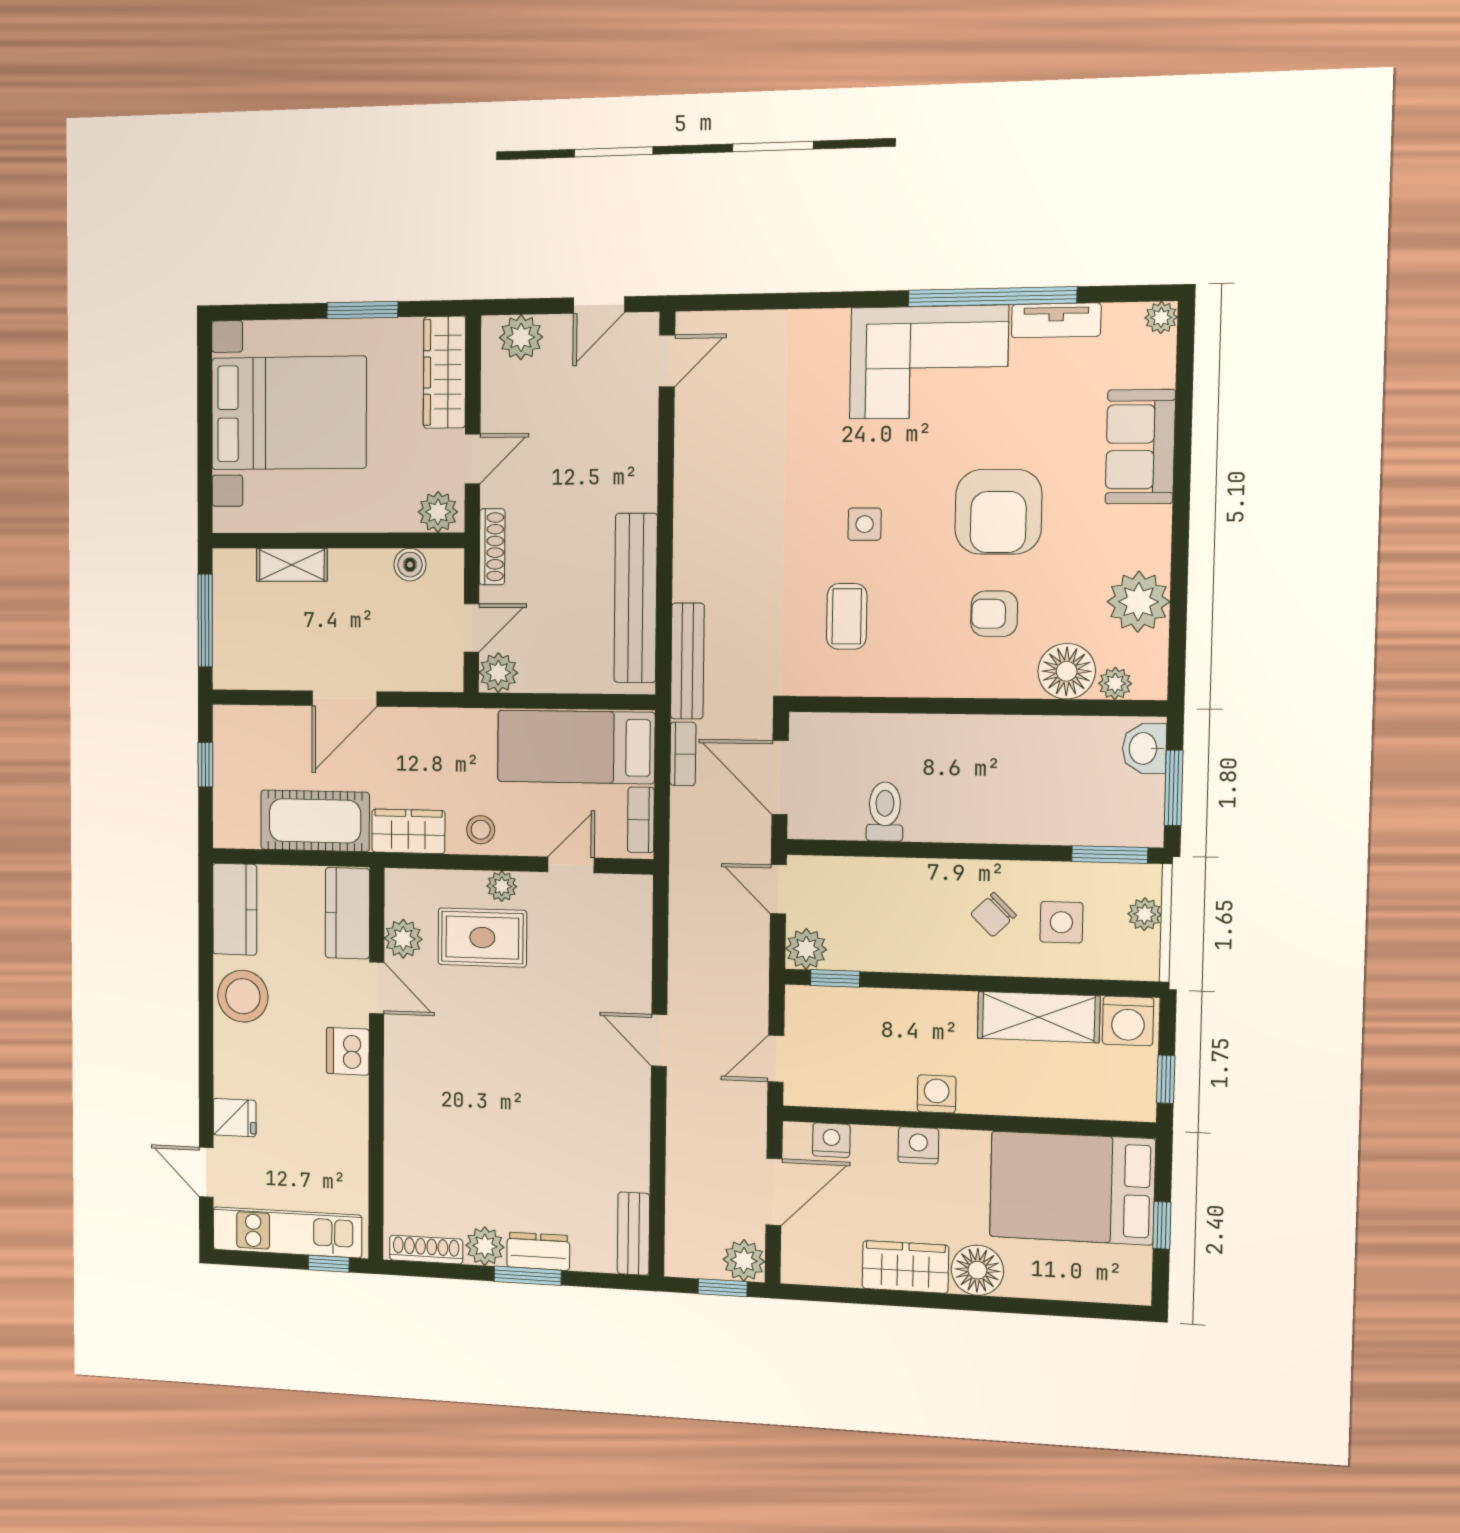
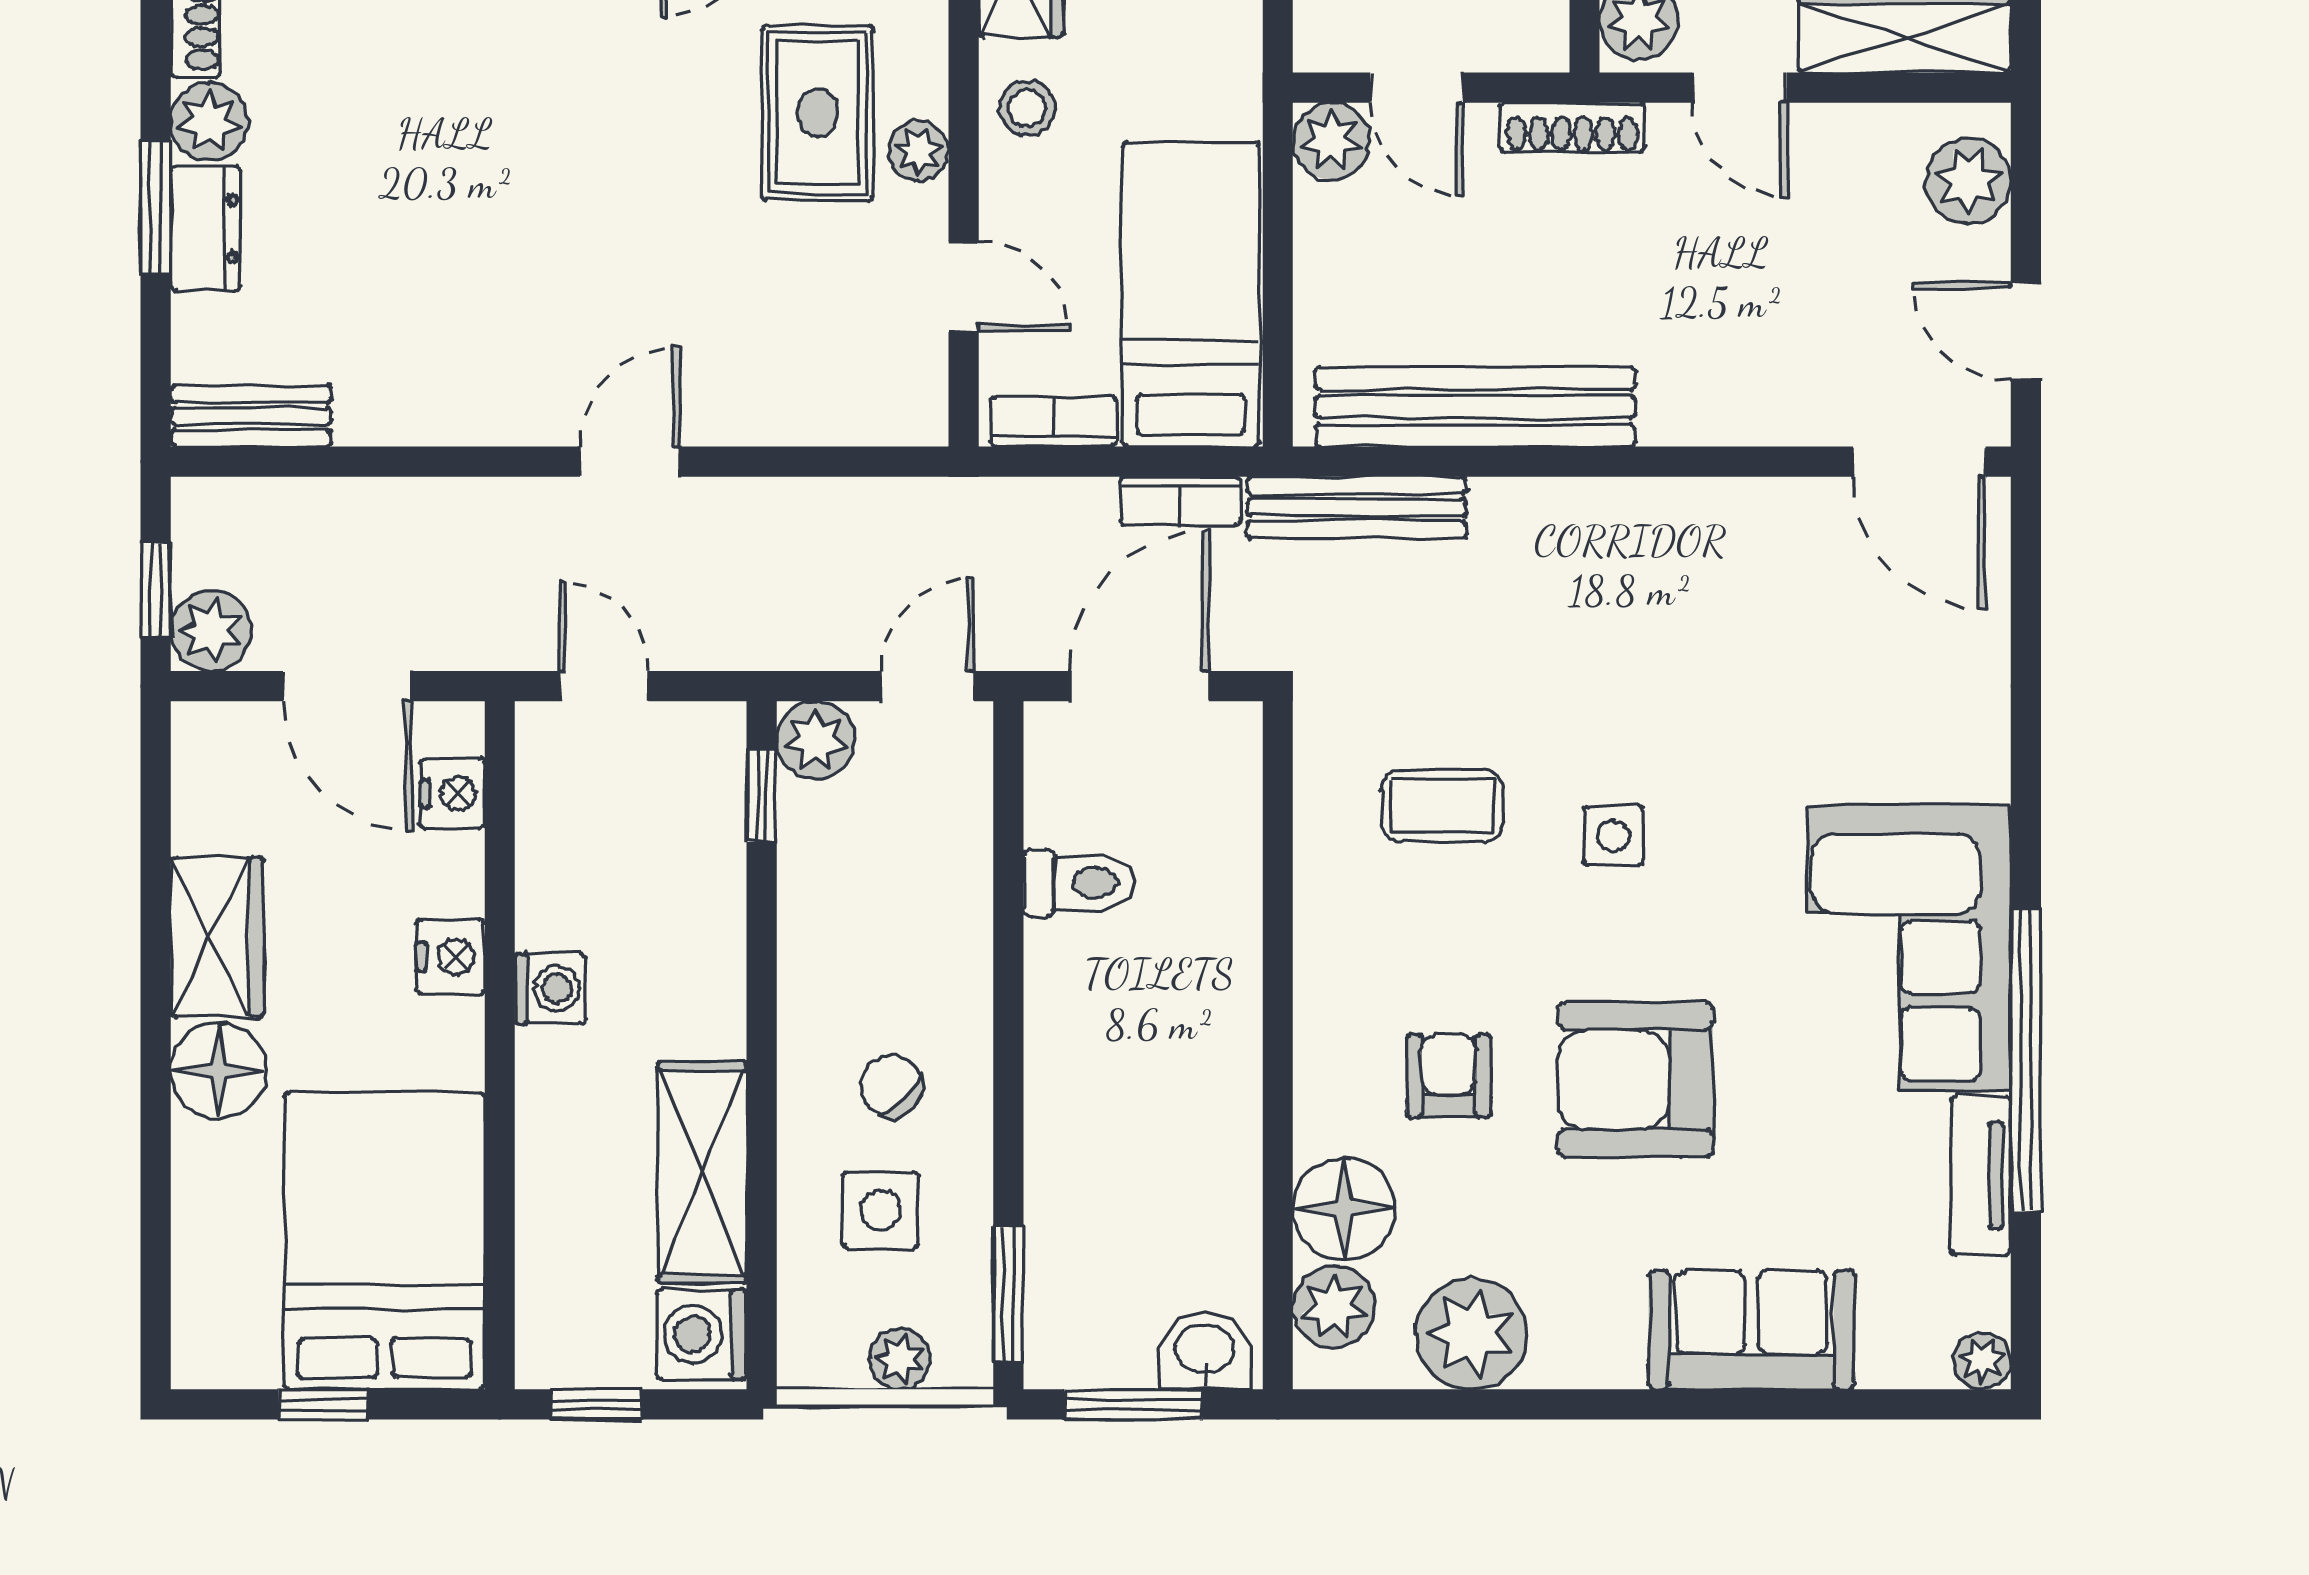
door: (667, 361) -> (1919, 462), width x1.38
plant: (1115, 683) -> (1334, 1307), width x1.38, depth x1.38

